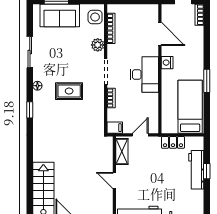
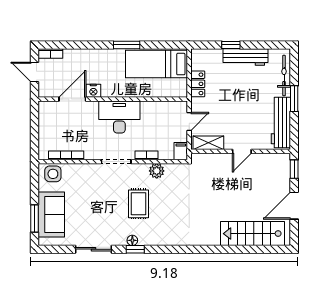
plant: (98, 45) -> (157, 171), moved
nightstand: (167, 63) -> (93, 91), moved
window: (30, 110) -> (135, 249), moved
door: (140, 135) -> (189, 122), swing flipped
workbench: (196, 170) -> (245, 57), moved

